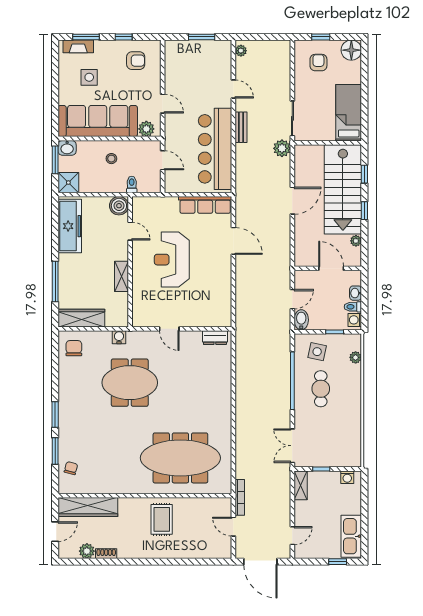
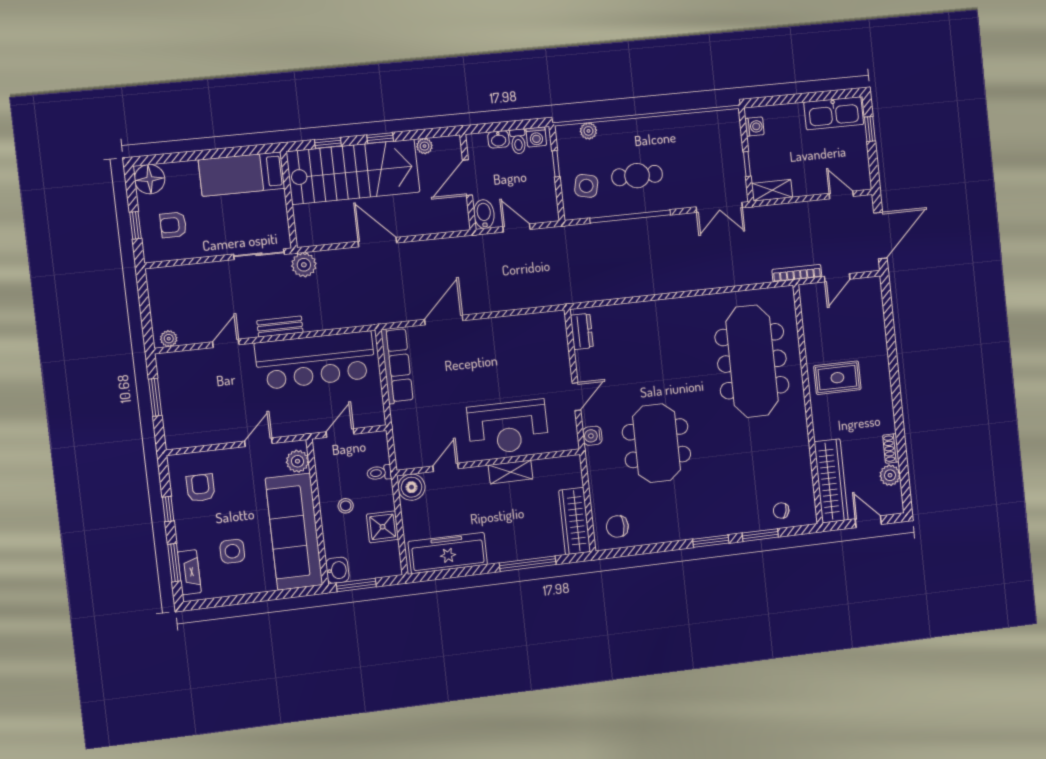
shower: (68, 183) -> (383, 527), moved
reception desk: (172, 260) -> (508, 427), moved
bidet: (301, 320) -> (484, 214), moved, turned 90
water cooler: (119, 337) -> (592, 436), moved

